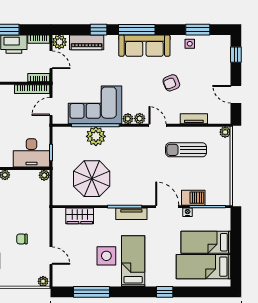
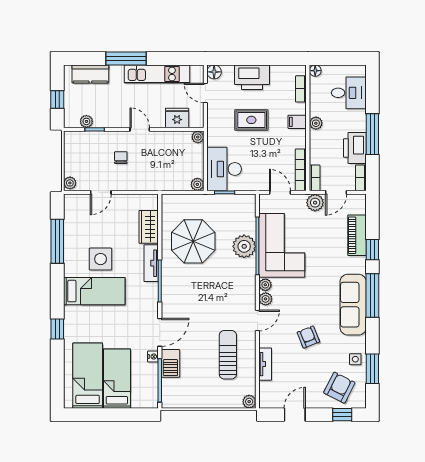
plant: (59, 42) -> (315, 203), moved
armchair: (213, 57) -> (339, 388), added
tv unit: (131, 214) -> (151, 263), moved

